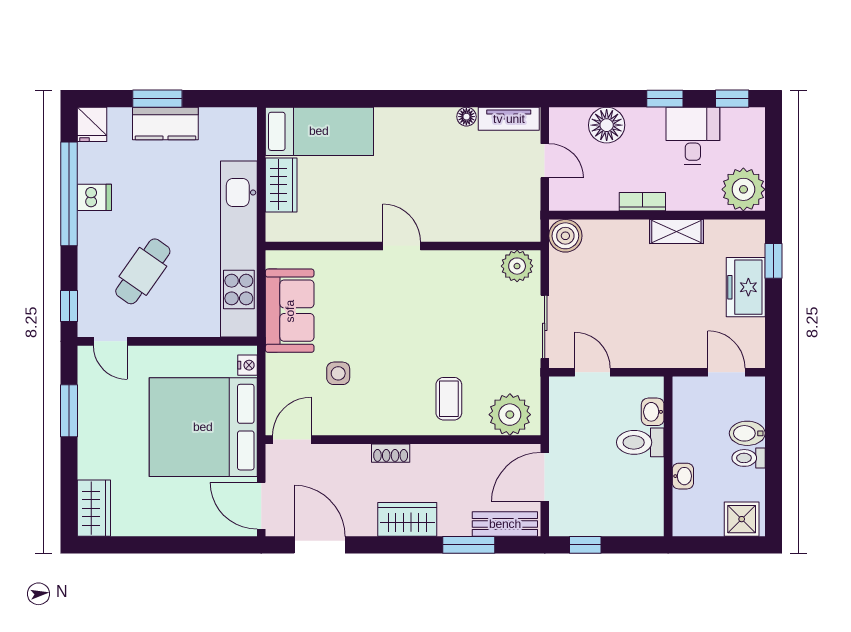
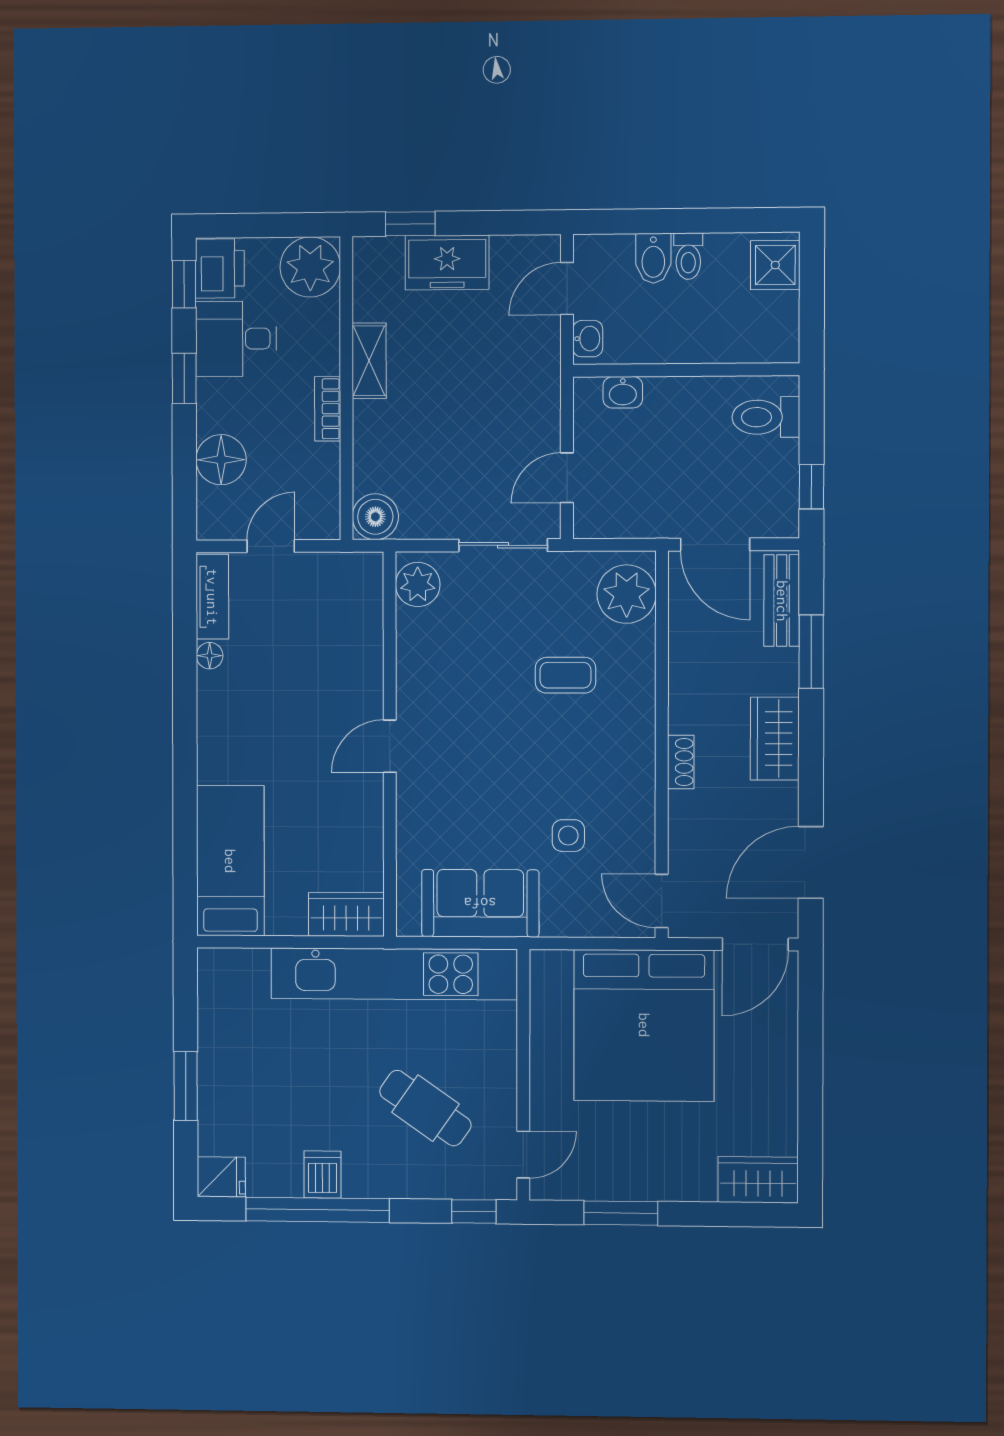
kitchen counter: (165, 123) -> (220, 1075), removed
printer: (743, 125) -> (220, 268), added
wardrobe: (281, 185) -> (346, 915), moved
nightstand: (248, 365) -> (557, 963), removed
coffee table: (449, 399) -> (565, 675), moved
toilet: (640, 442) -> (766, 417), moved, turned 90
washbasin: (683, 476) -> (588, 339), moved, turned 90

